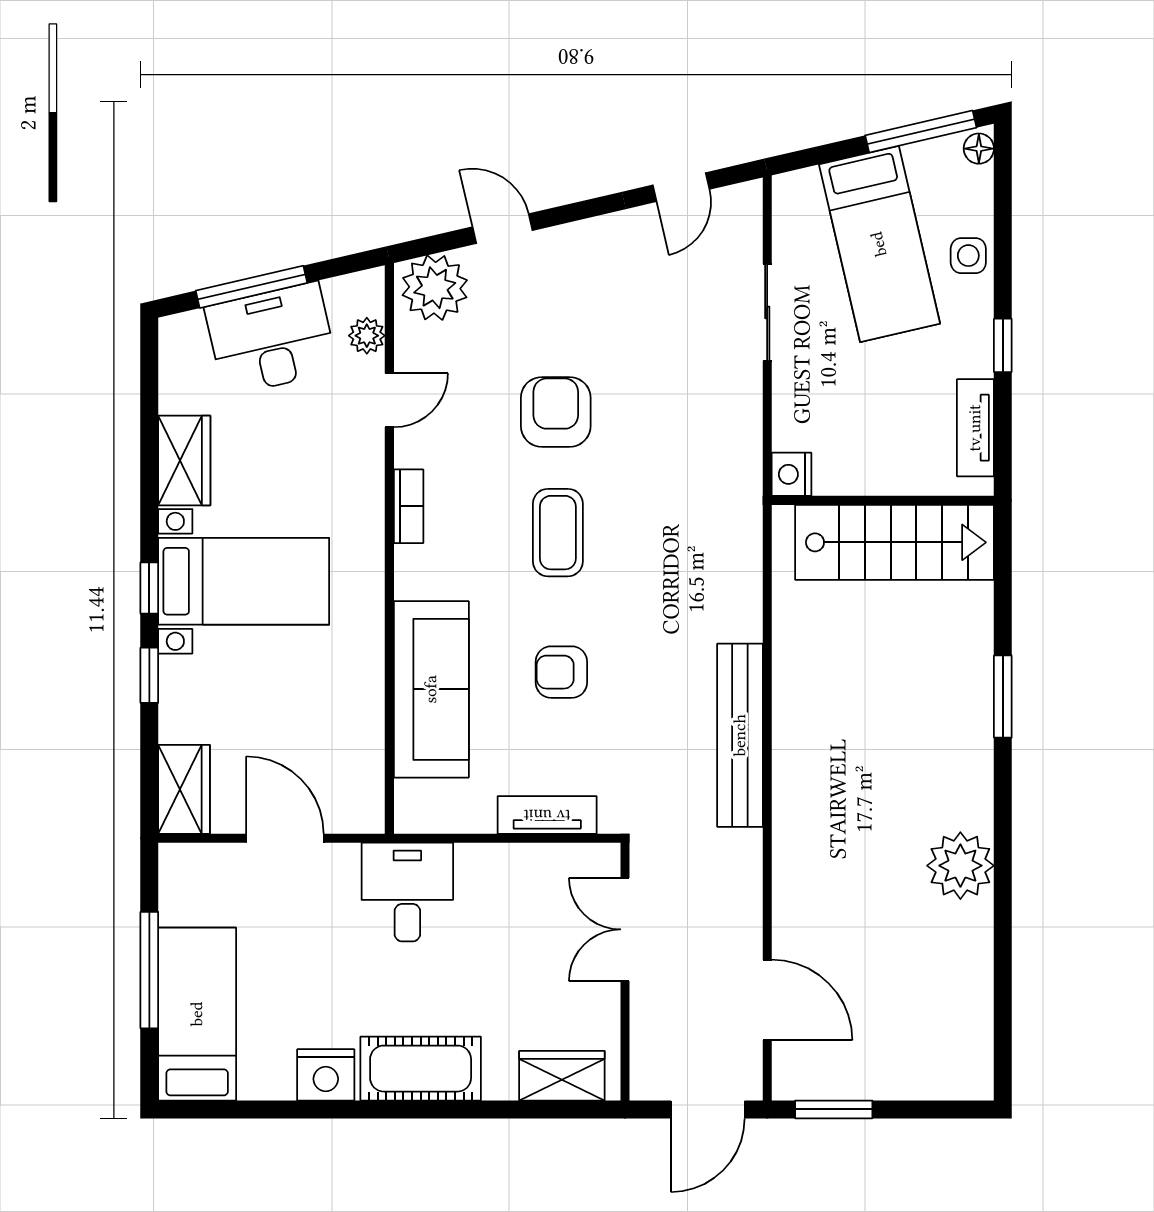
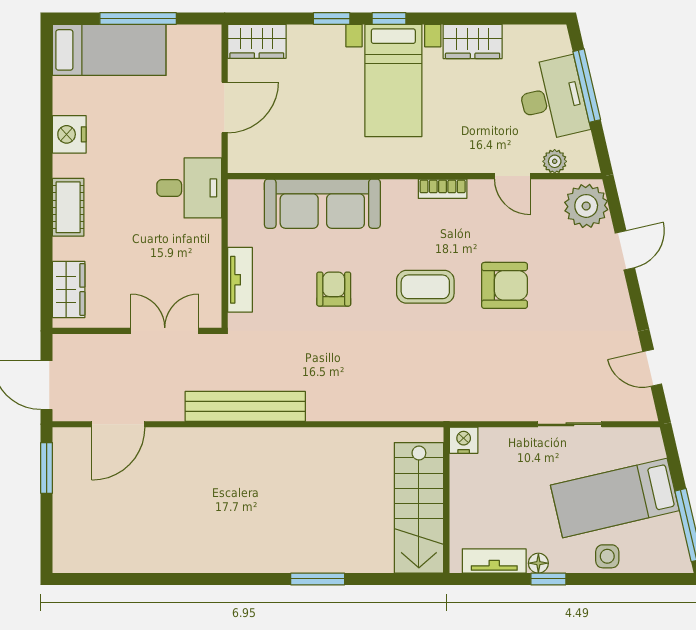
floor lamp: (979, 149) -> (538, 563), moved
bench: (740, 735) -> (245, 406), moved
plant: (960, 866) -> (207, 551), removed
cot: (421, 1069) -> (68, 207), width x0.73, depth x0.75

